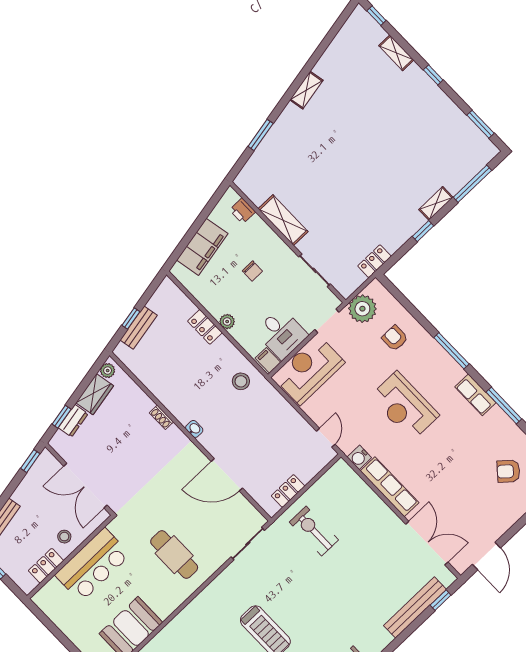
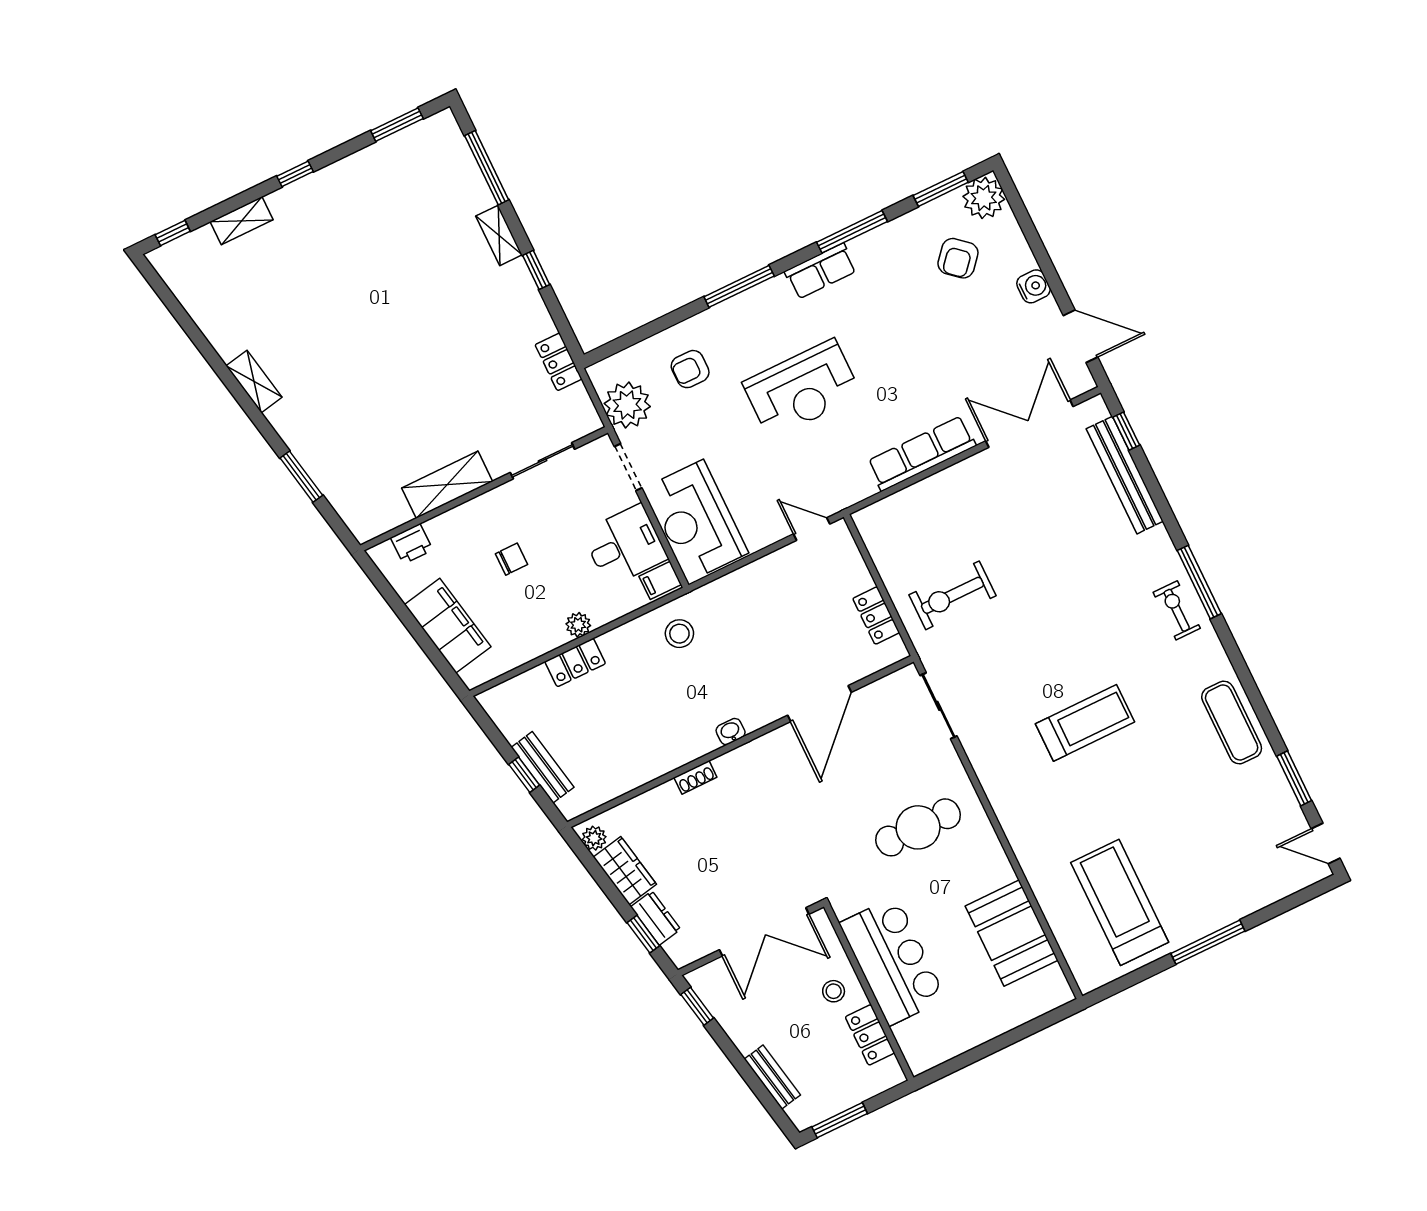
water cooler: (359, 457) -> (1033, 286), moved, turned -90

